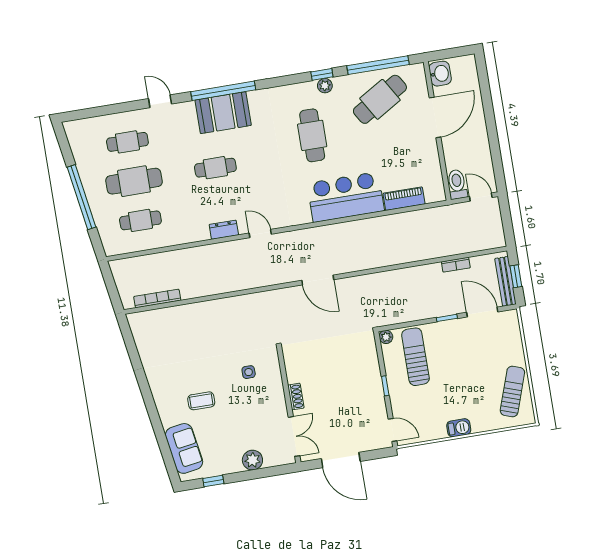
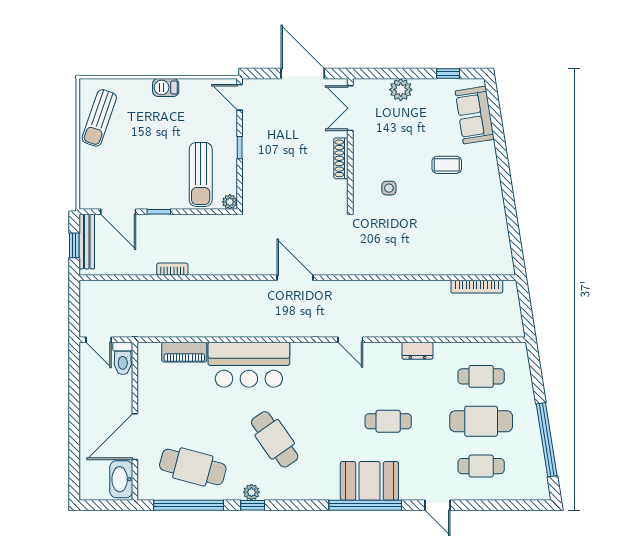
washbasin: (440, 74) -> (121, 479), width x1.38
cafe table: (380, 99) -> (193, 467), turned 46
cafe table: (312, 135) -> (275, 439), turned -35
window: (81, 197) -> (547, 440), moved
dresser: (224, 230) -> (417, 351), moved
bookcase: (456, 265) -> (172, 269), moved
shoe rack: (296, 397) -> (341, 158), width x1.43

